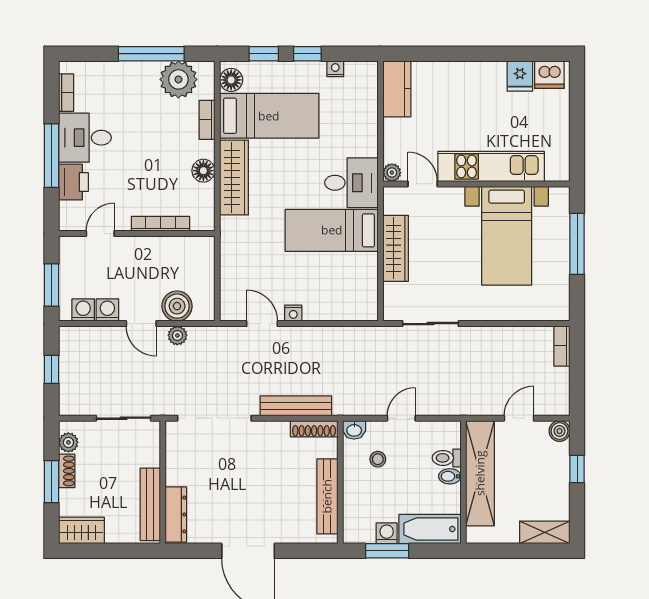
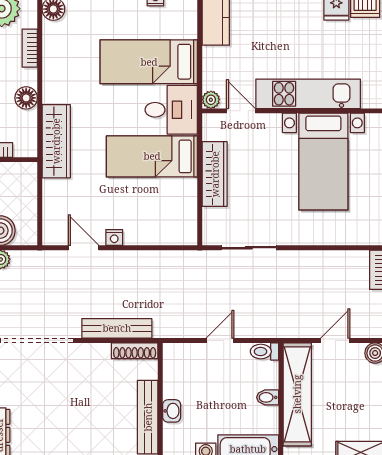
bed: (269, 116) -> (149, 62), moved, turned 180
wardrobe: (234, 177) -> (56, 141), moved
washbasin: (354, 430) -> (172, 411), moved, turned -90
toilet: (447, 458) -> (264, 351), moved
stool: (378, 459) -> (197, 381), removed

